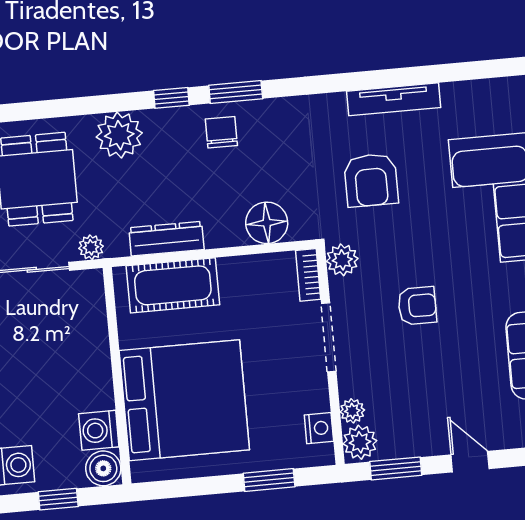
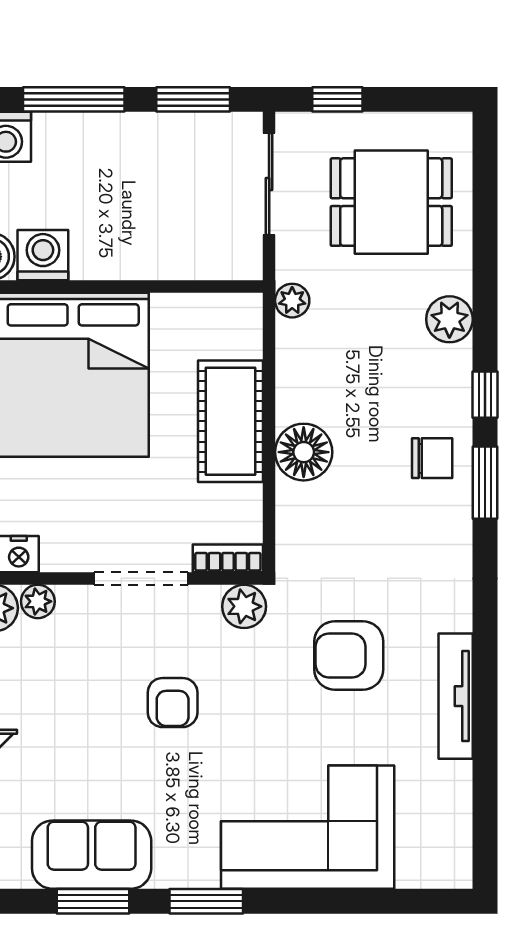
plant: (119, 135) -> (449, 319), width x0.73, depth x0.73
floor lamp: (267, 223) -> (304, 452), moved
dresser: (166, 239) -> (295, 371), removed
plant: (91, 247) -> (292, 301), moved
cot: (173, 285) -> (231, 421), moved

